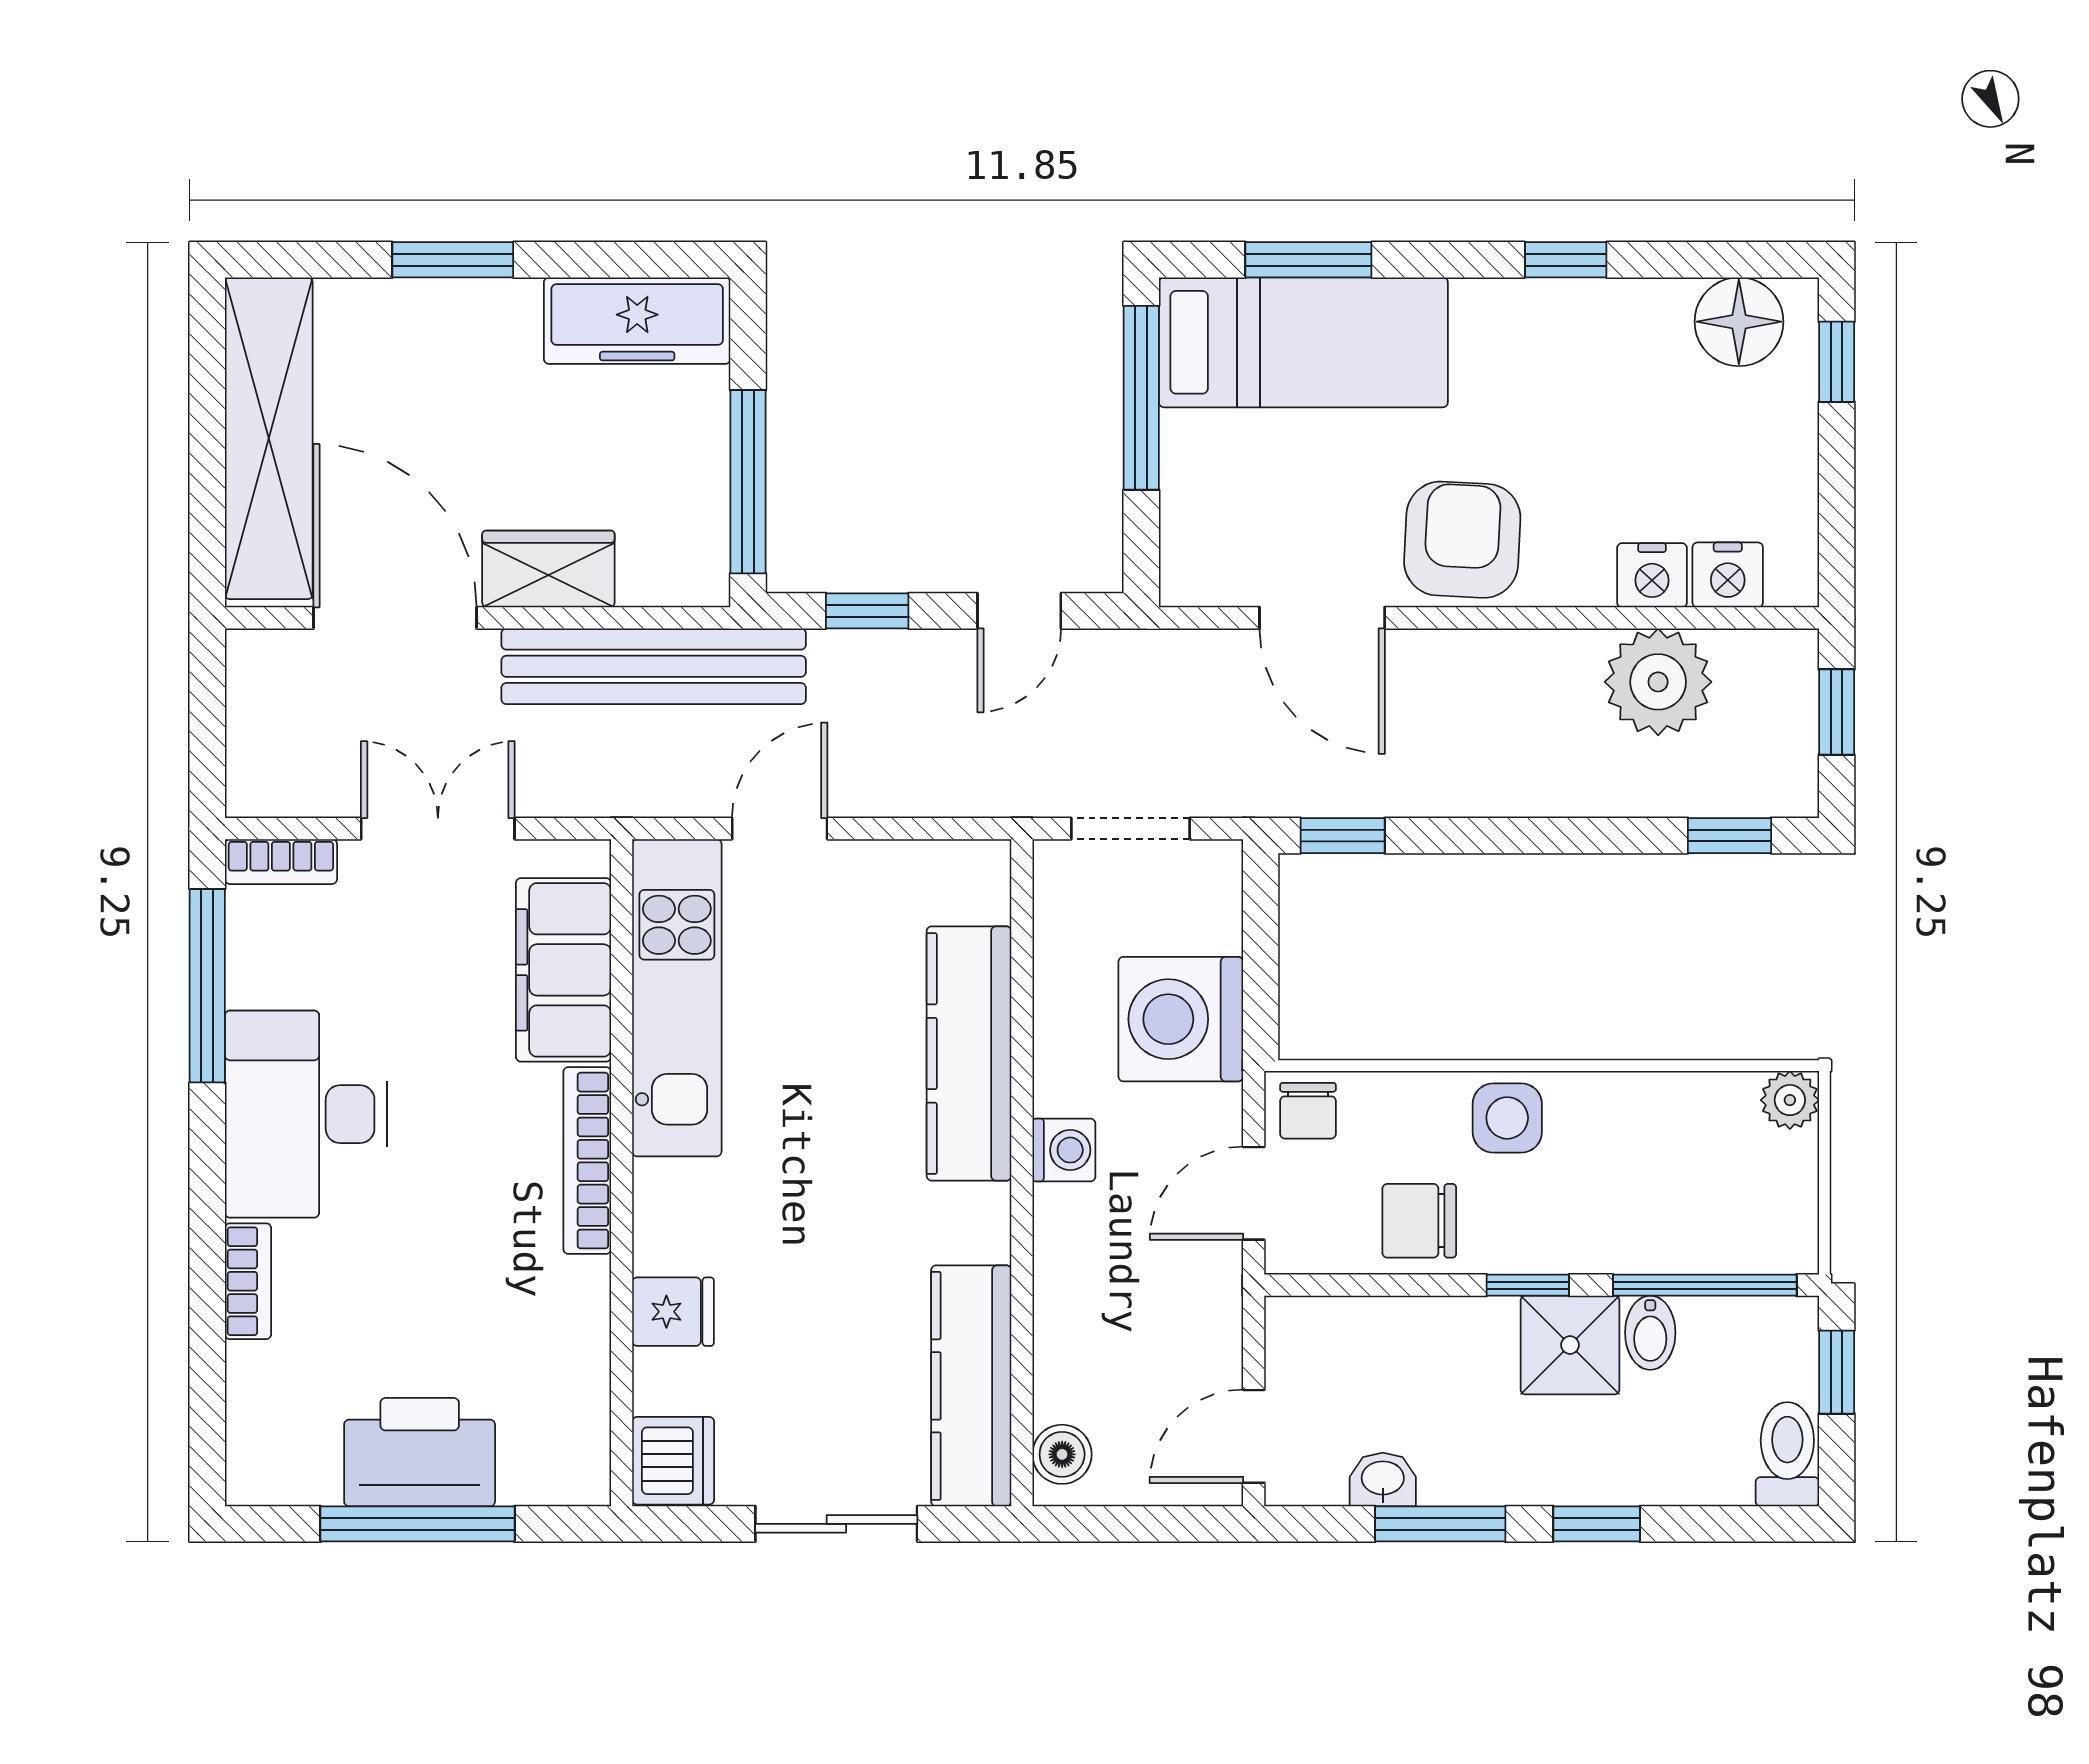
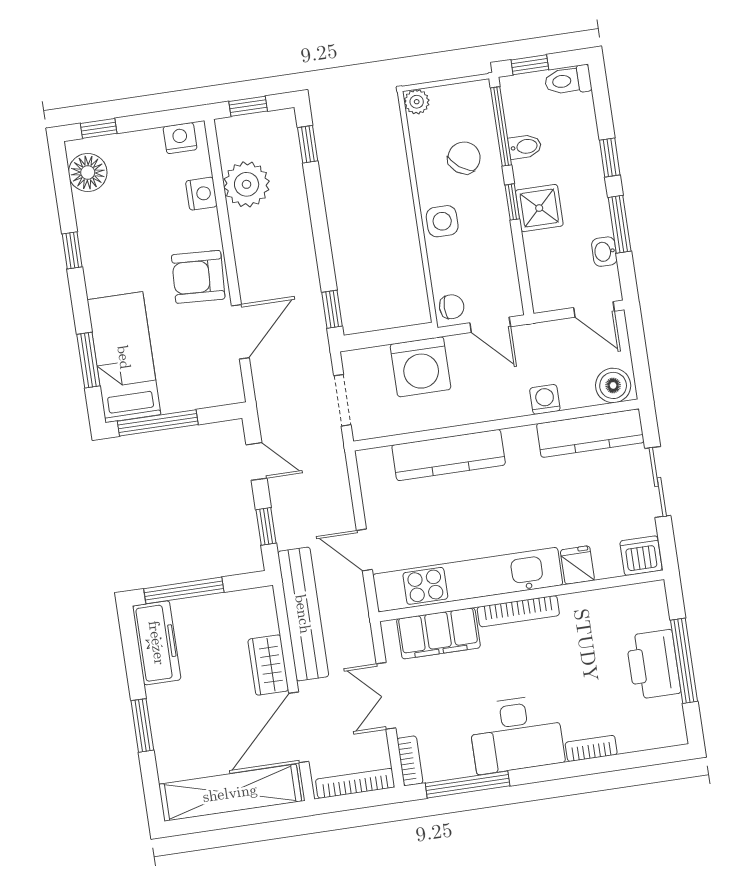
window: (748, 482) -> (184, 590), moved
nightstand: (1728, 575) -> (180, 138), moved, turned -90
bookcase: (248, 728) -> (355, 783), added
kitchen unit: (677, 998) -> (468, 580), width x1.36
washing machine: (1064, 1150) -> (545, 399), moved
chair: (1419, 1221) -> (464, 158), moved, turned -143
shower: (1570, 1345) -> (539, 208), moved
boiler: (1062, 1454) -> (613, 385), width x1.36, depth x1.36

